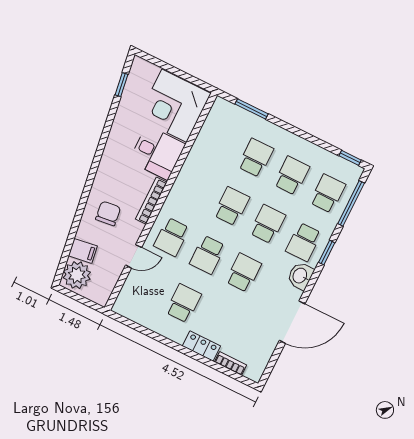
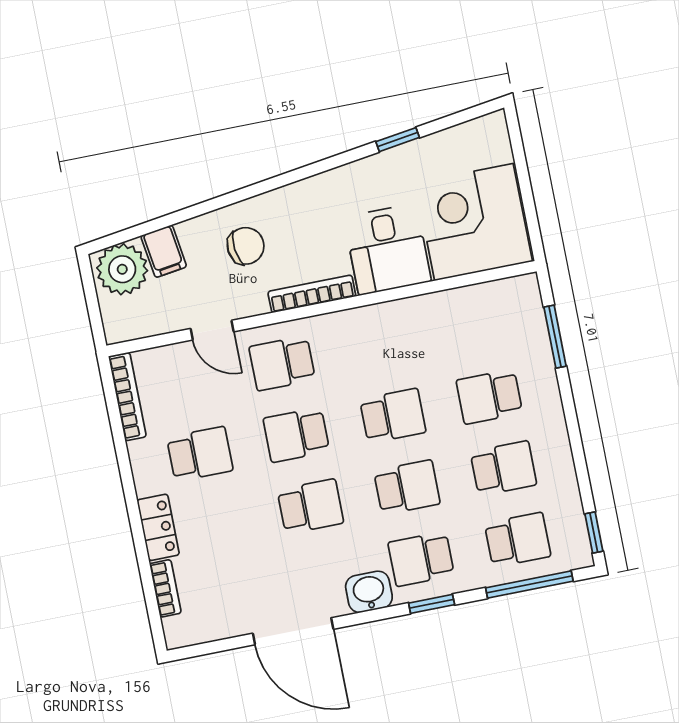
window: (122, 85) -> (398, 140), moved
school desk: (256, 158) -> (489, 397), turned 180
bookcase: (134, 316) -> (127, 397), added

